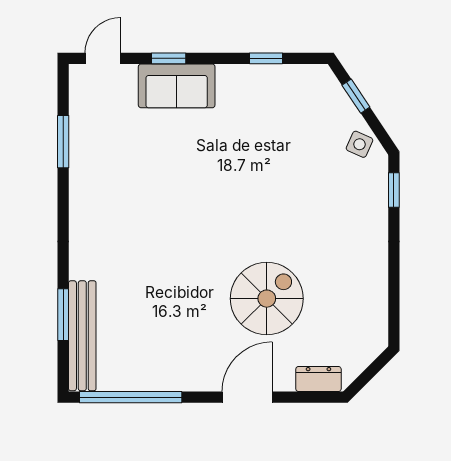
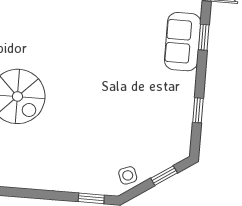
side table: (360, 144) -> (128, 175), turned 45

